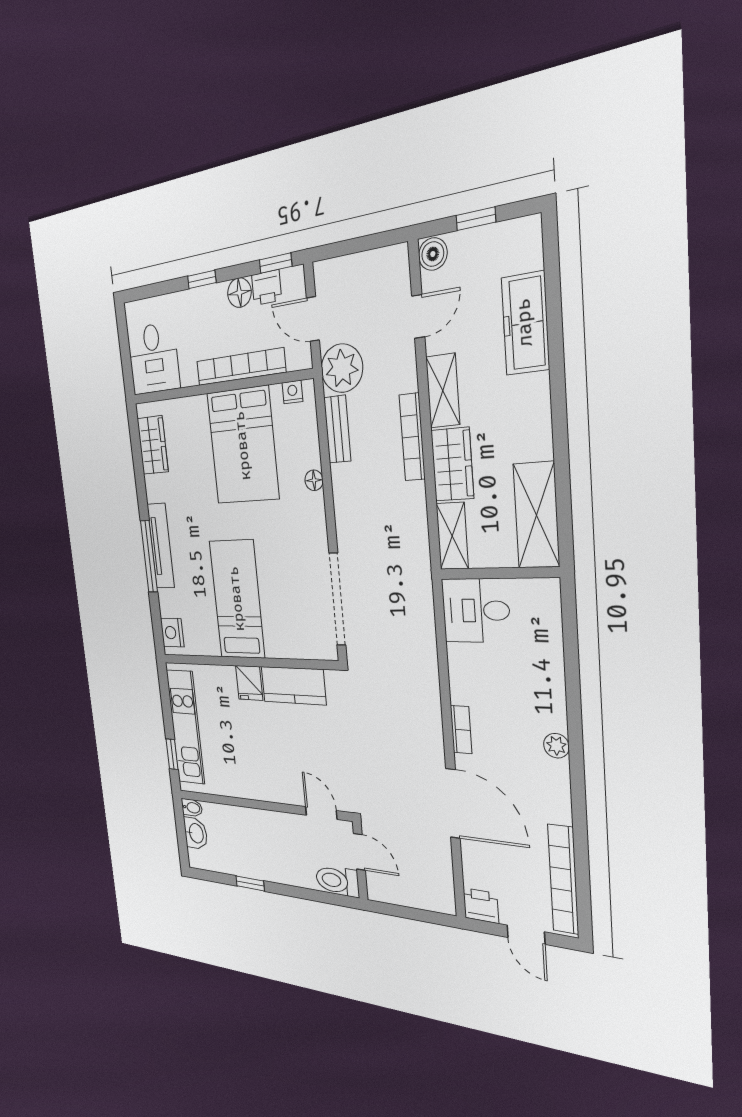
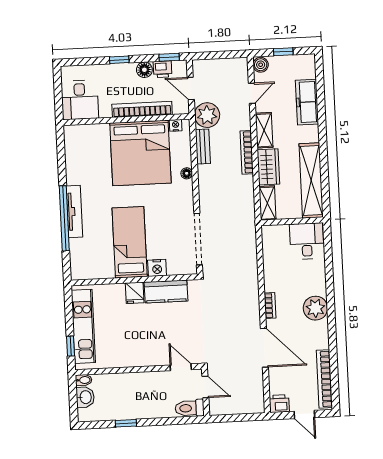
wardrobe: (153, 445) -> (74, 150), removed
bed: (243, 446) -> (140, 153), width x1.36
shelving: (536, 515) -> (311, 180), width x1.47
window: (149, 557) -> (64, 218), width x1.46
desk: (476, 611) -> (307, 241), moved, turned 90
nightstand: (172, 633) -> (157, 268), moved, turned -90
plant: (556, 746) -> (315, 308), width x1.88, depth x1.88

